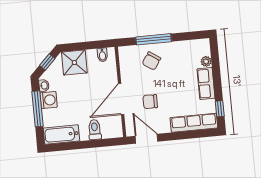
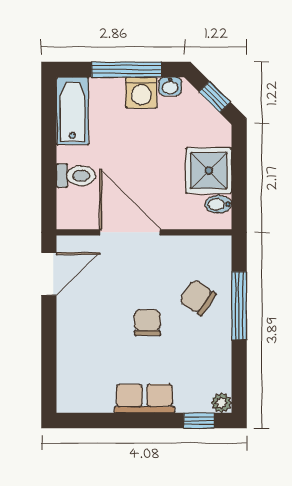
plant: (206, 61) -> (221, 403), moved
shower: (74, 63) -> (209, 171), moved
chair: (150, 102) -> (147, 323), moved
window: (220, 109) -> (199, 421), moved
row of seats: (194, 123) -> (71, 368), removed

